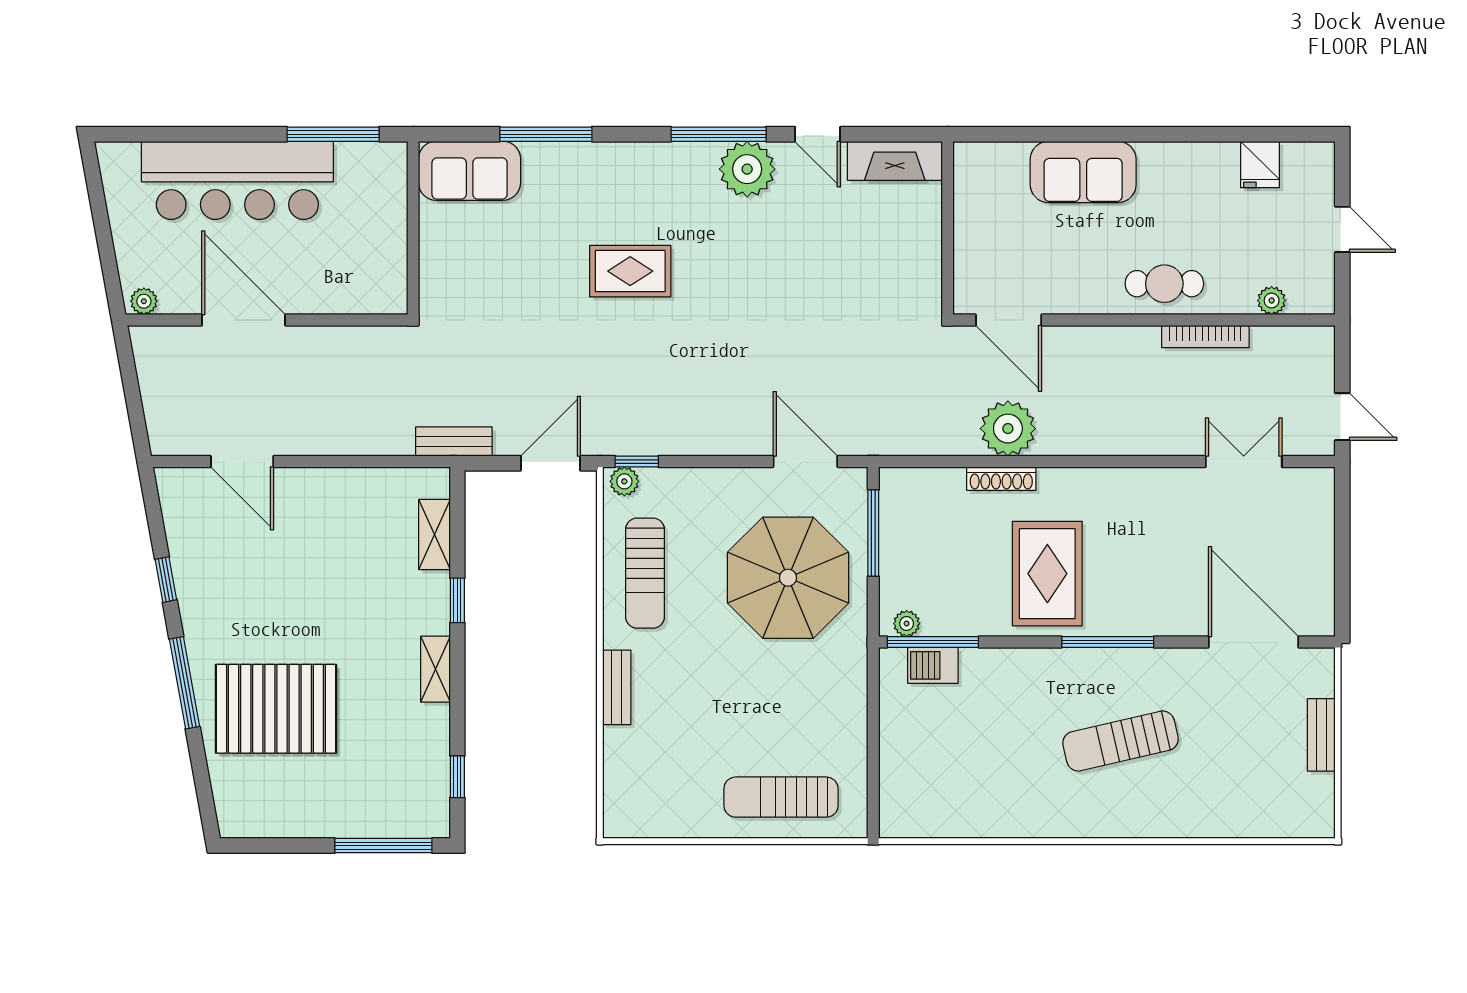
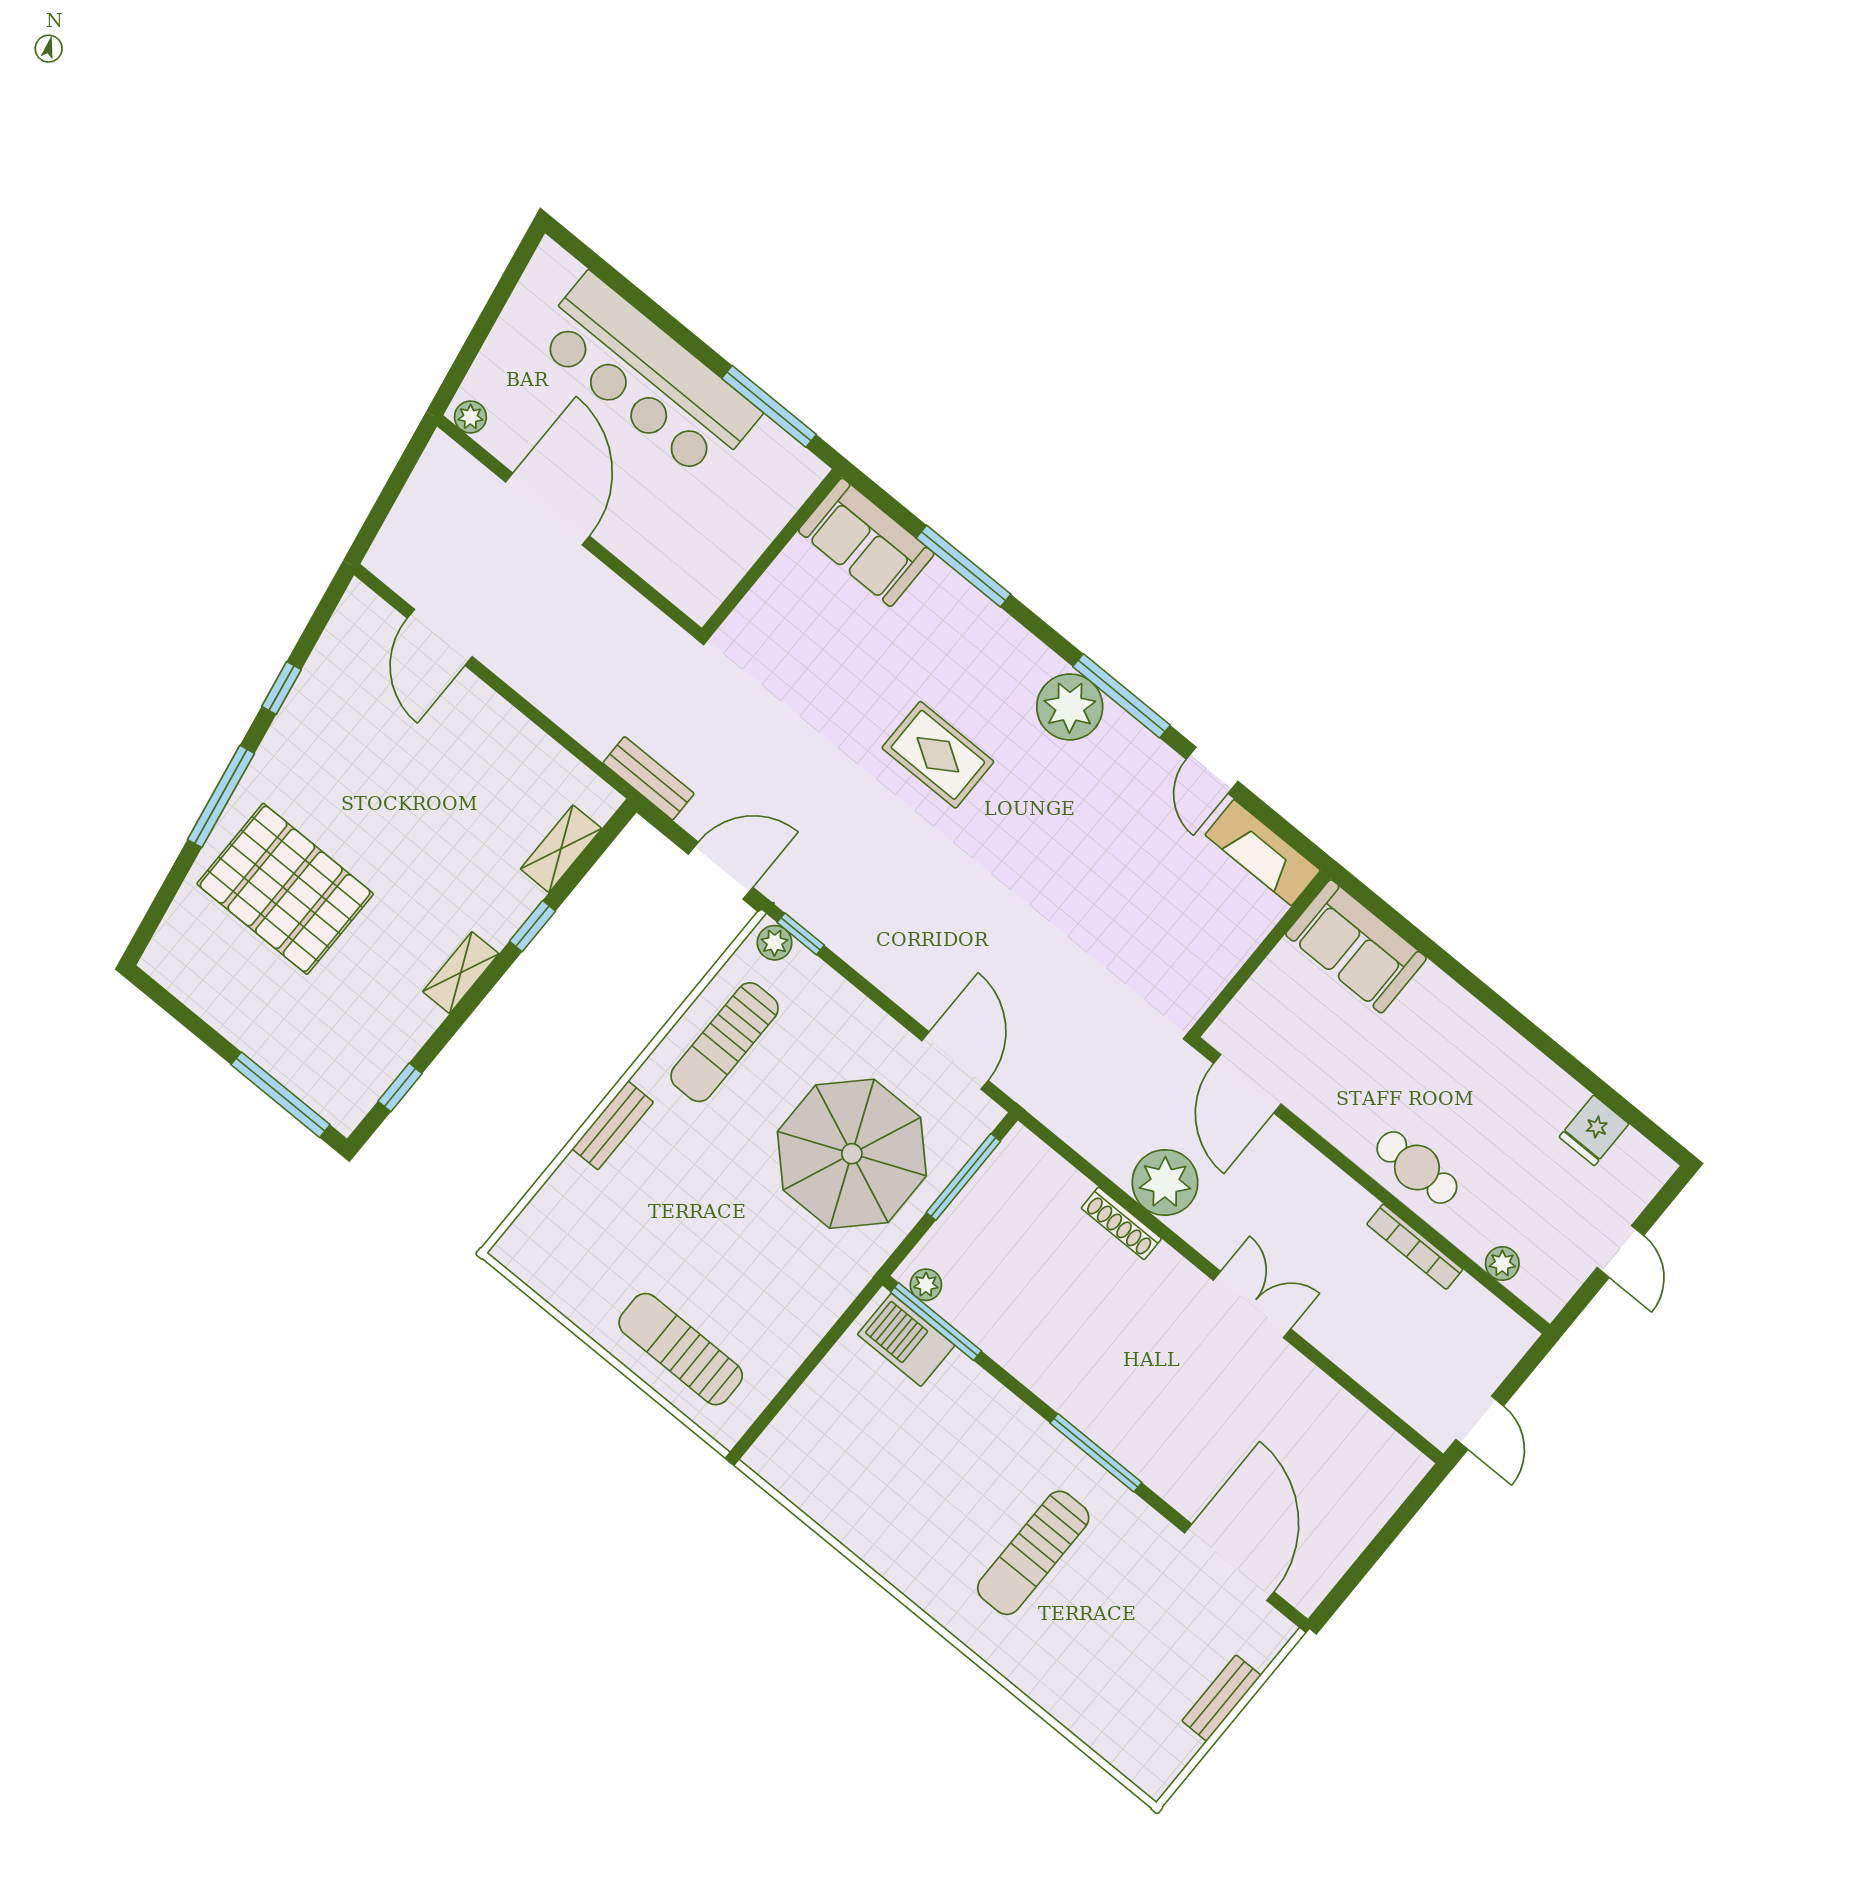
plant: (747, 169) -> (1070, 707), moved
sofa: (1083, 172) -> (1356, 946), moved
double door: (1244, 462) -> (1252, 1305), moved
rug: (1047, 574) -> (1092, 1345), removed
barbecue: (933, 665) -> (906, 1340), width x1.38, depth x1.27
sun lounger: (1120, 741) -> (1033, 1553), turned -77

